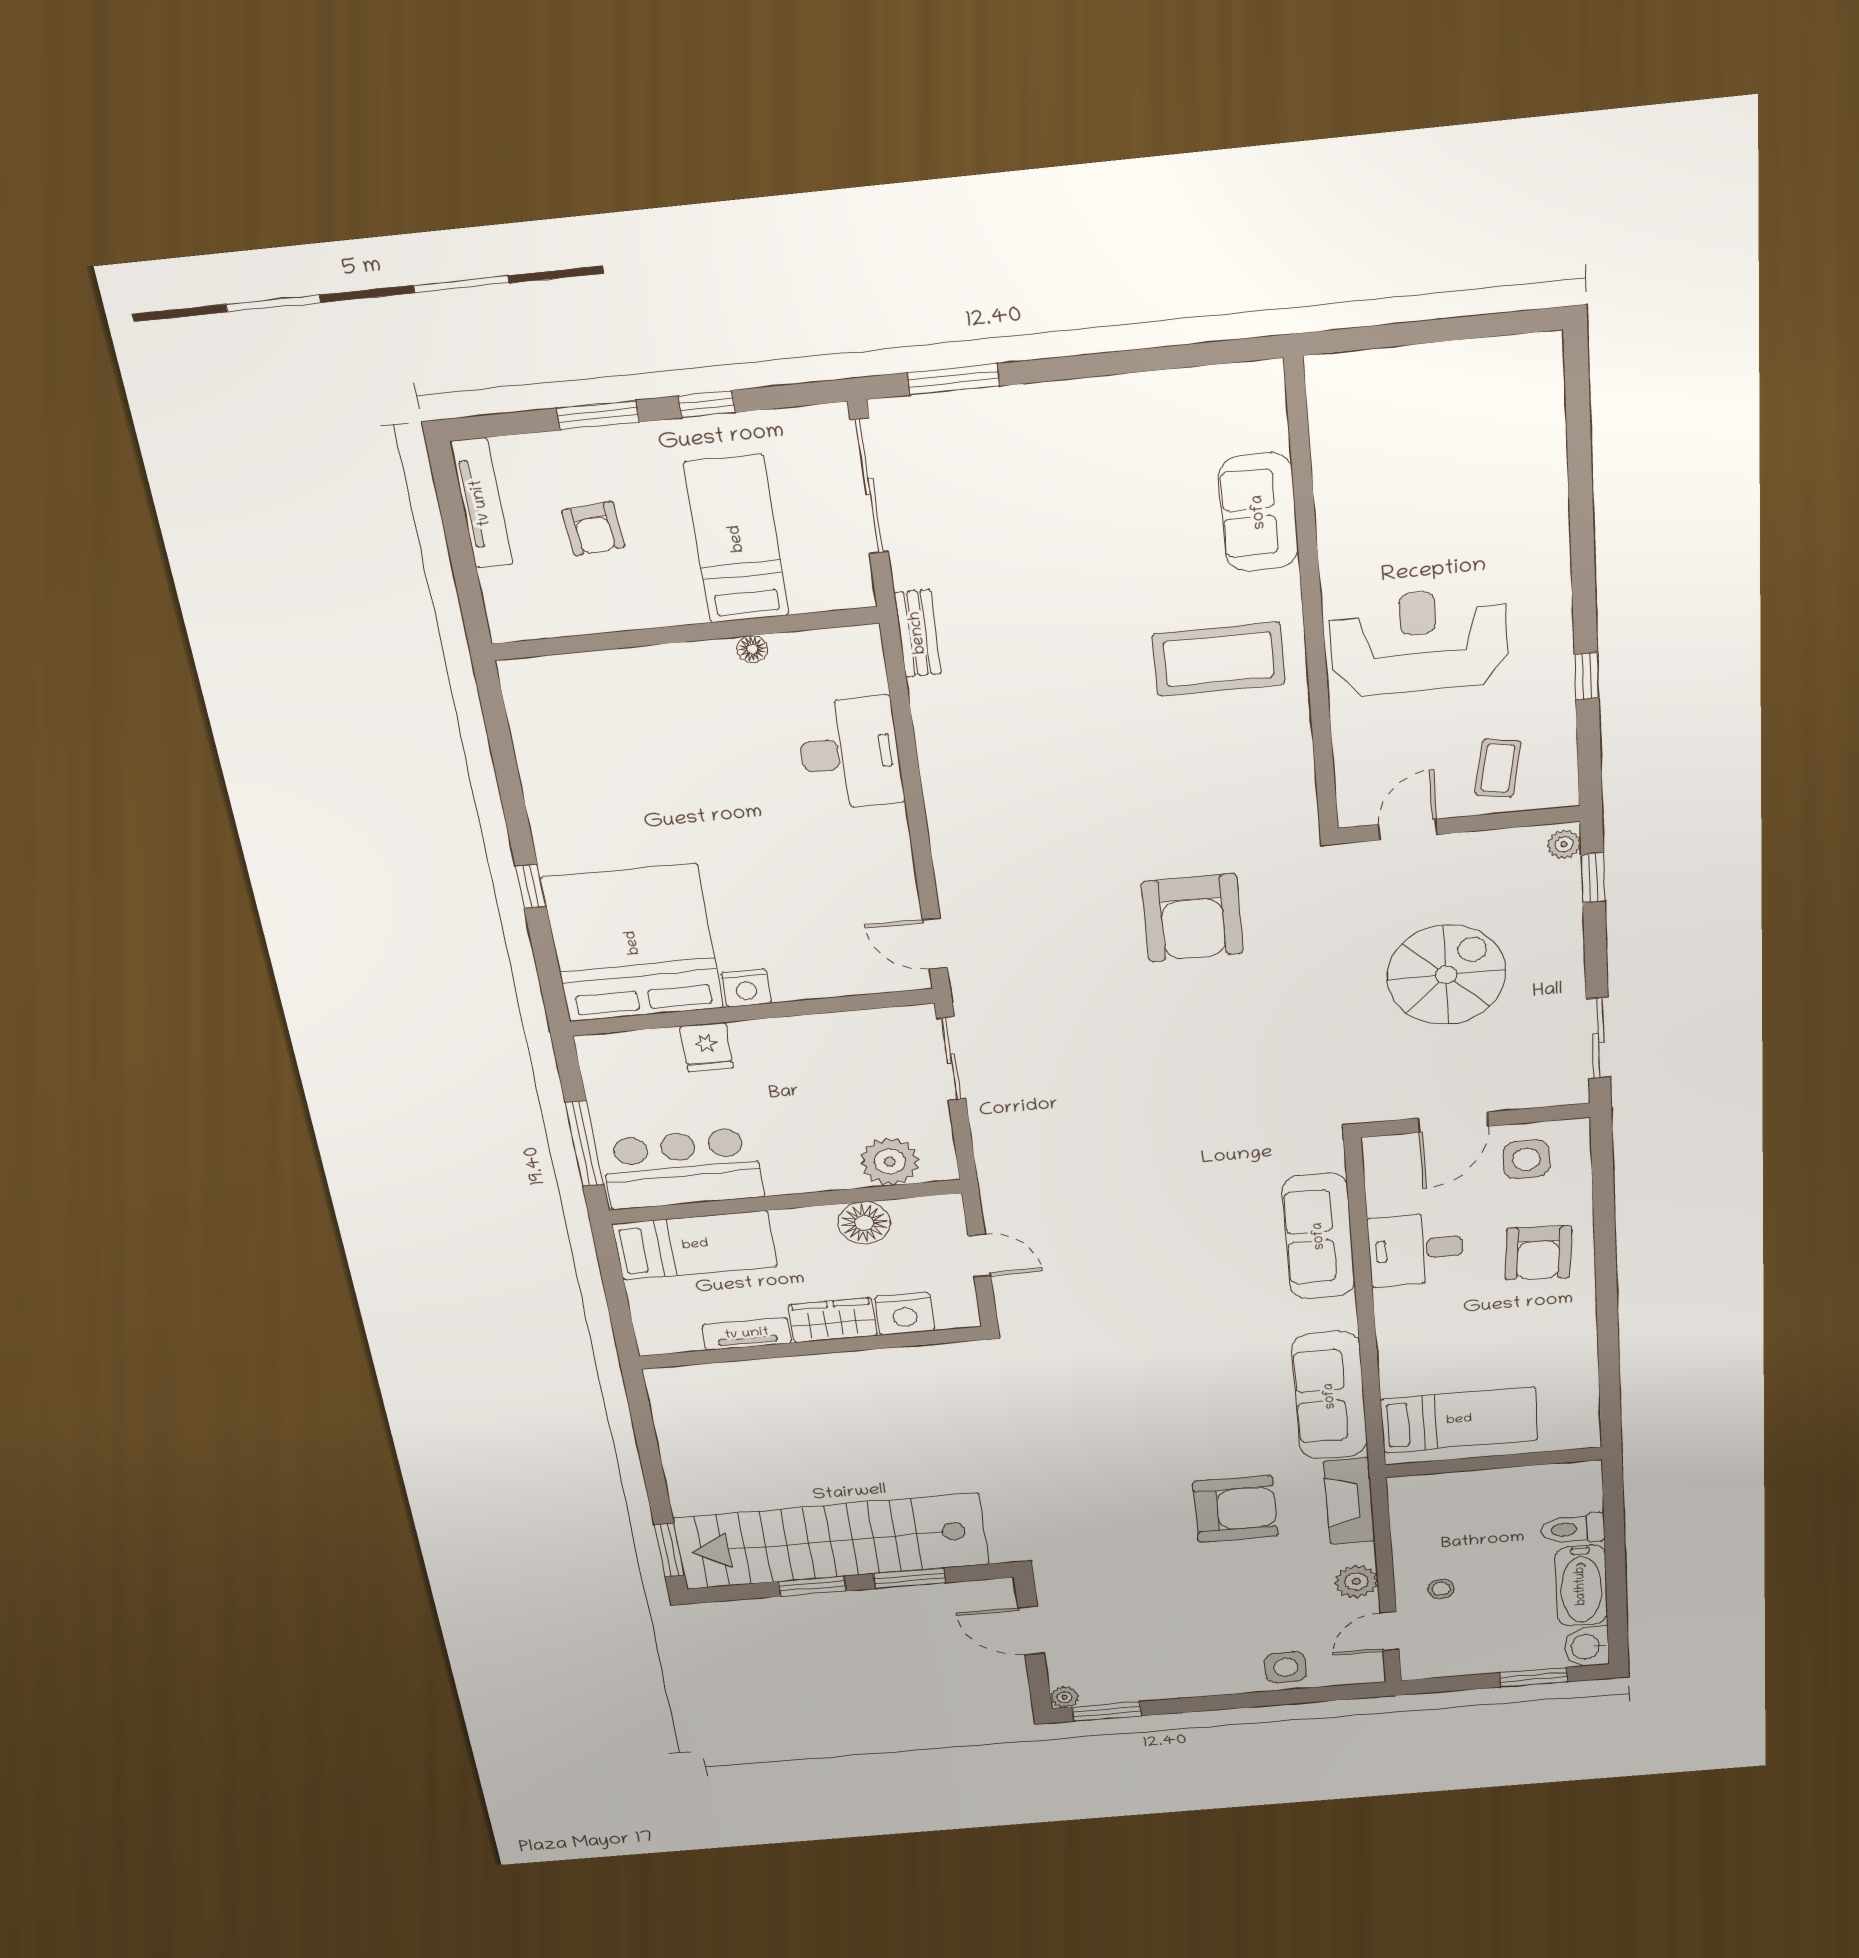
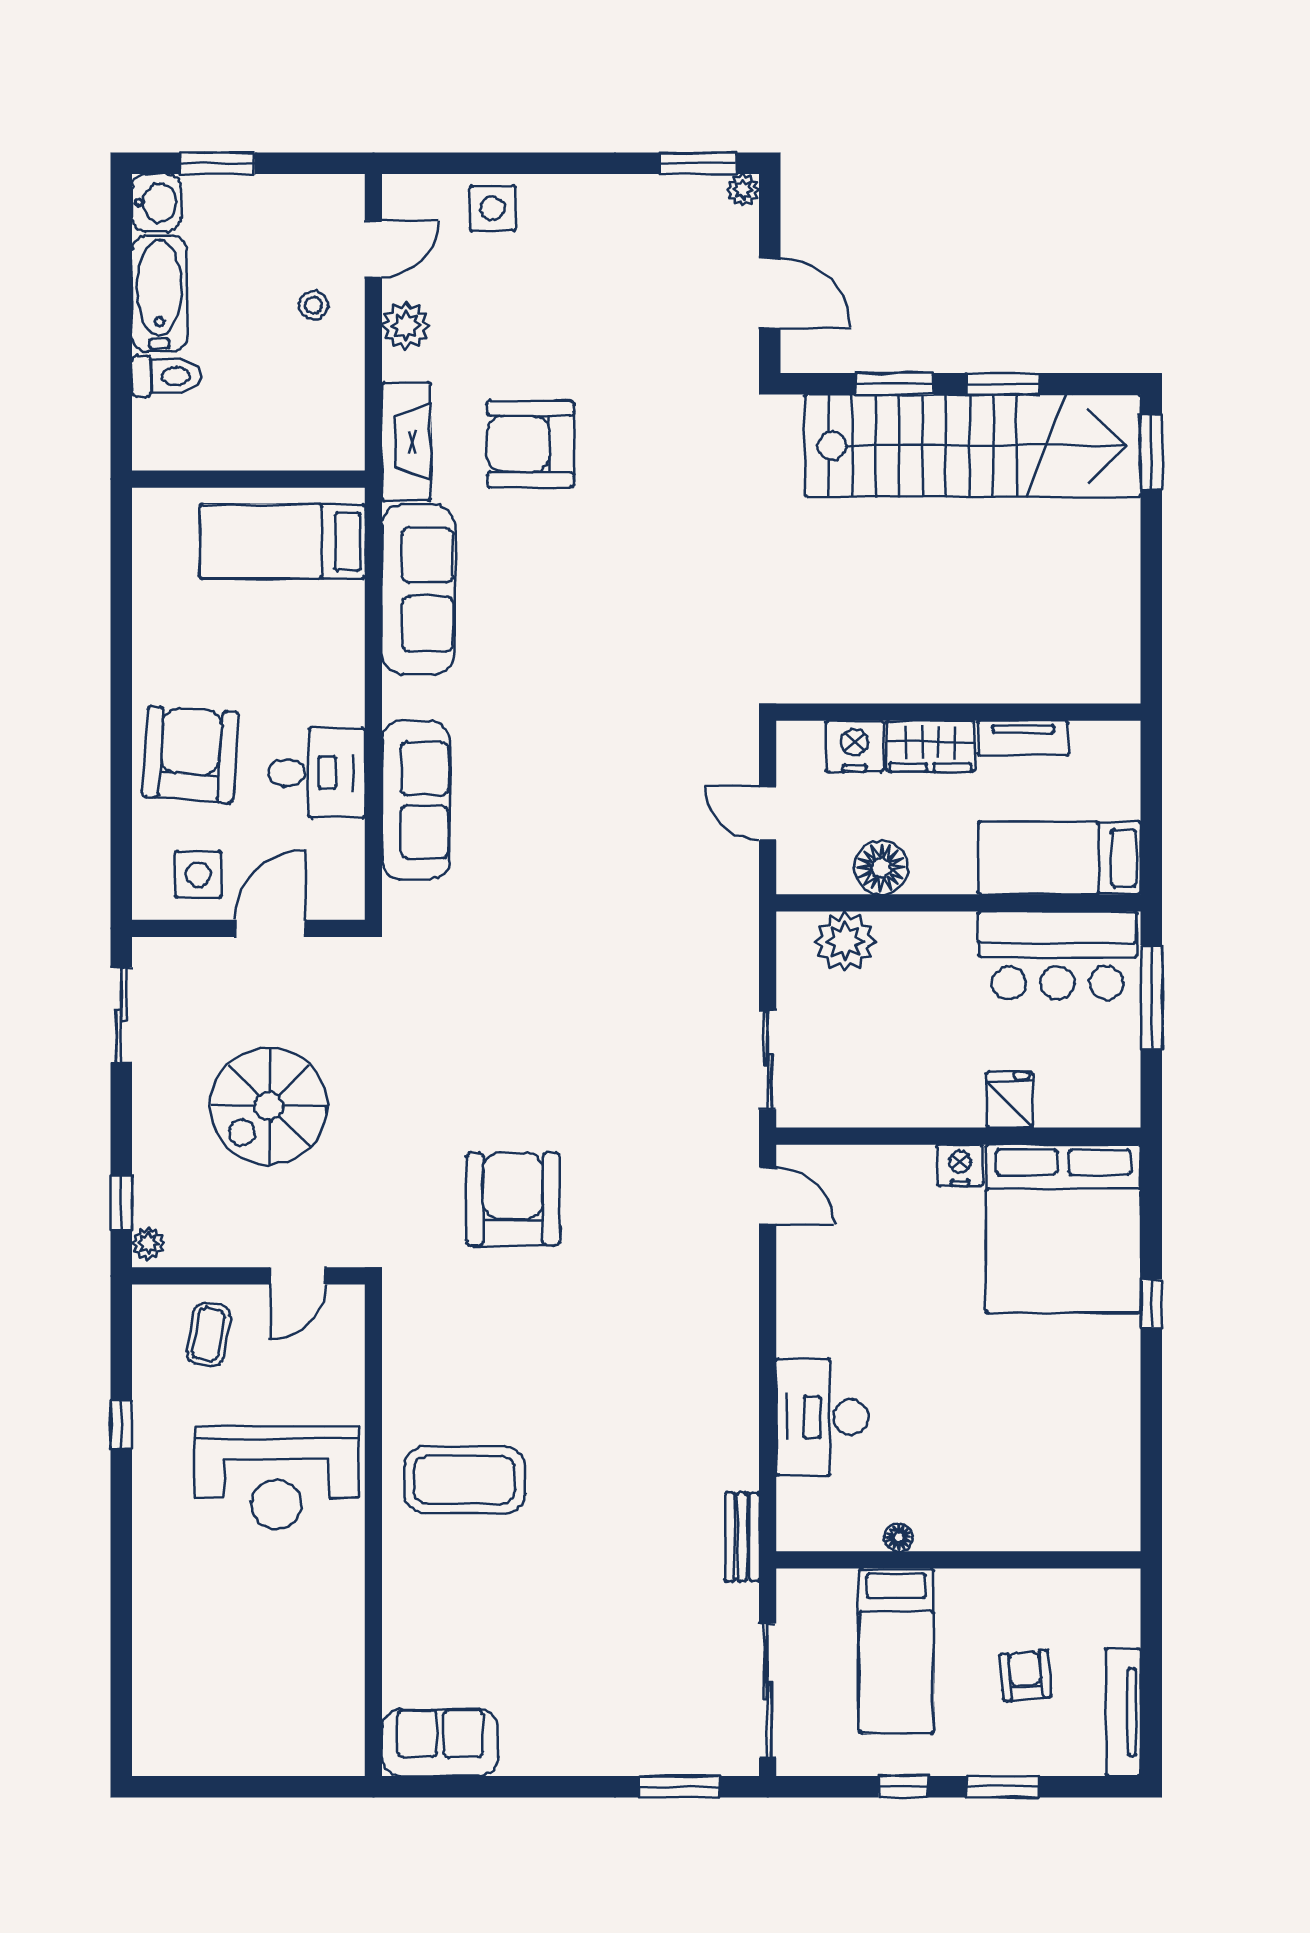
sofa: (1259, 512) -> (440, 1742), moved, turned -90
armchair: (1538, 1253) -> (190, 754), width x1.36, depth x1.36

